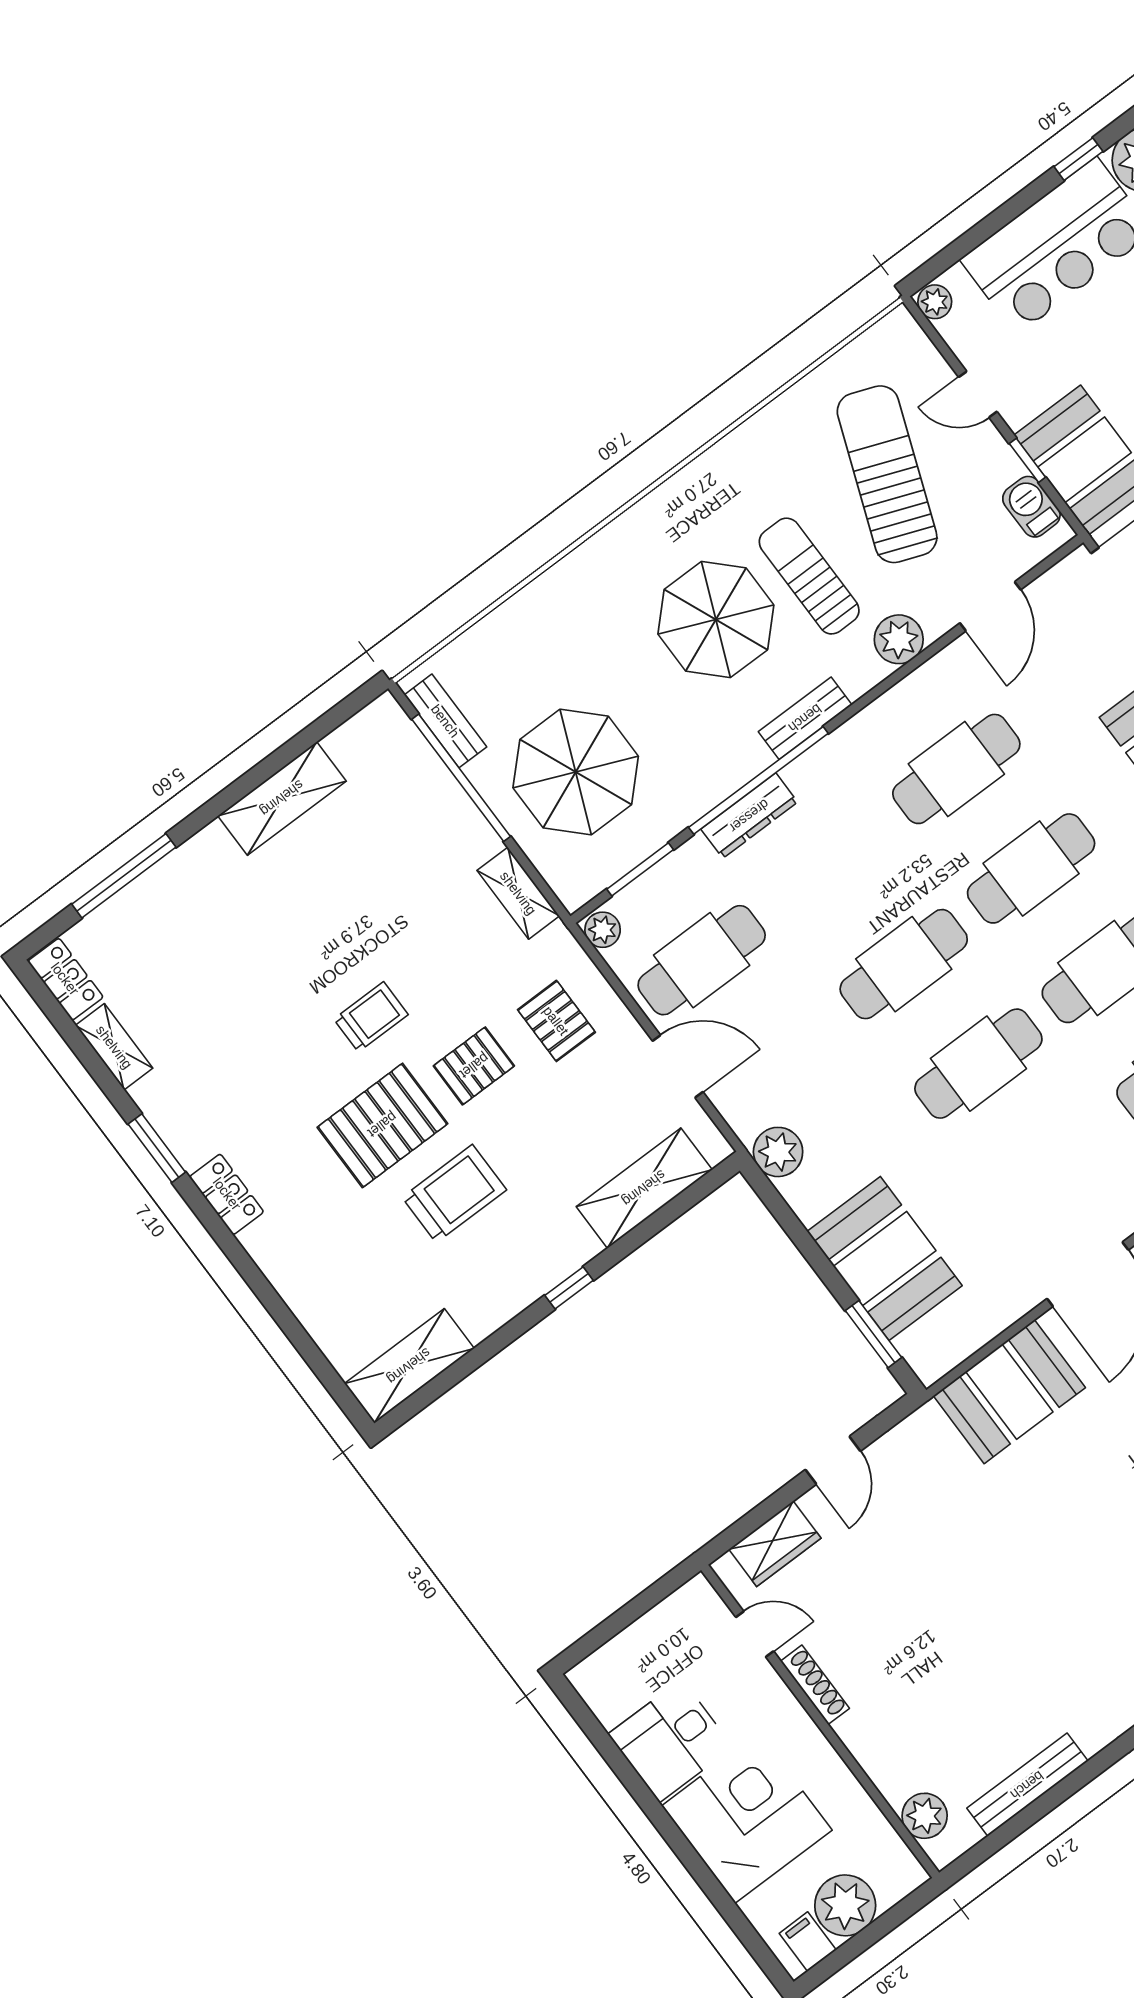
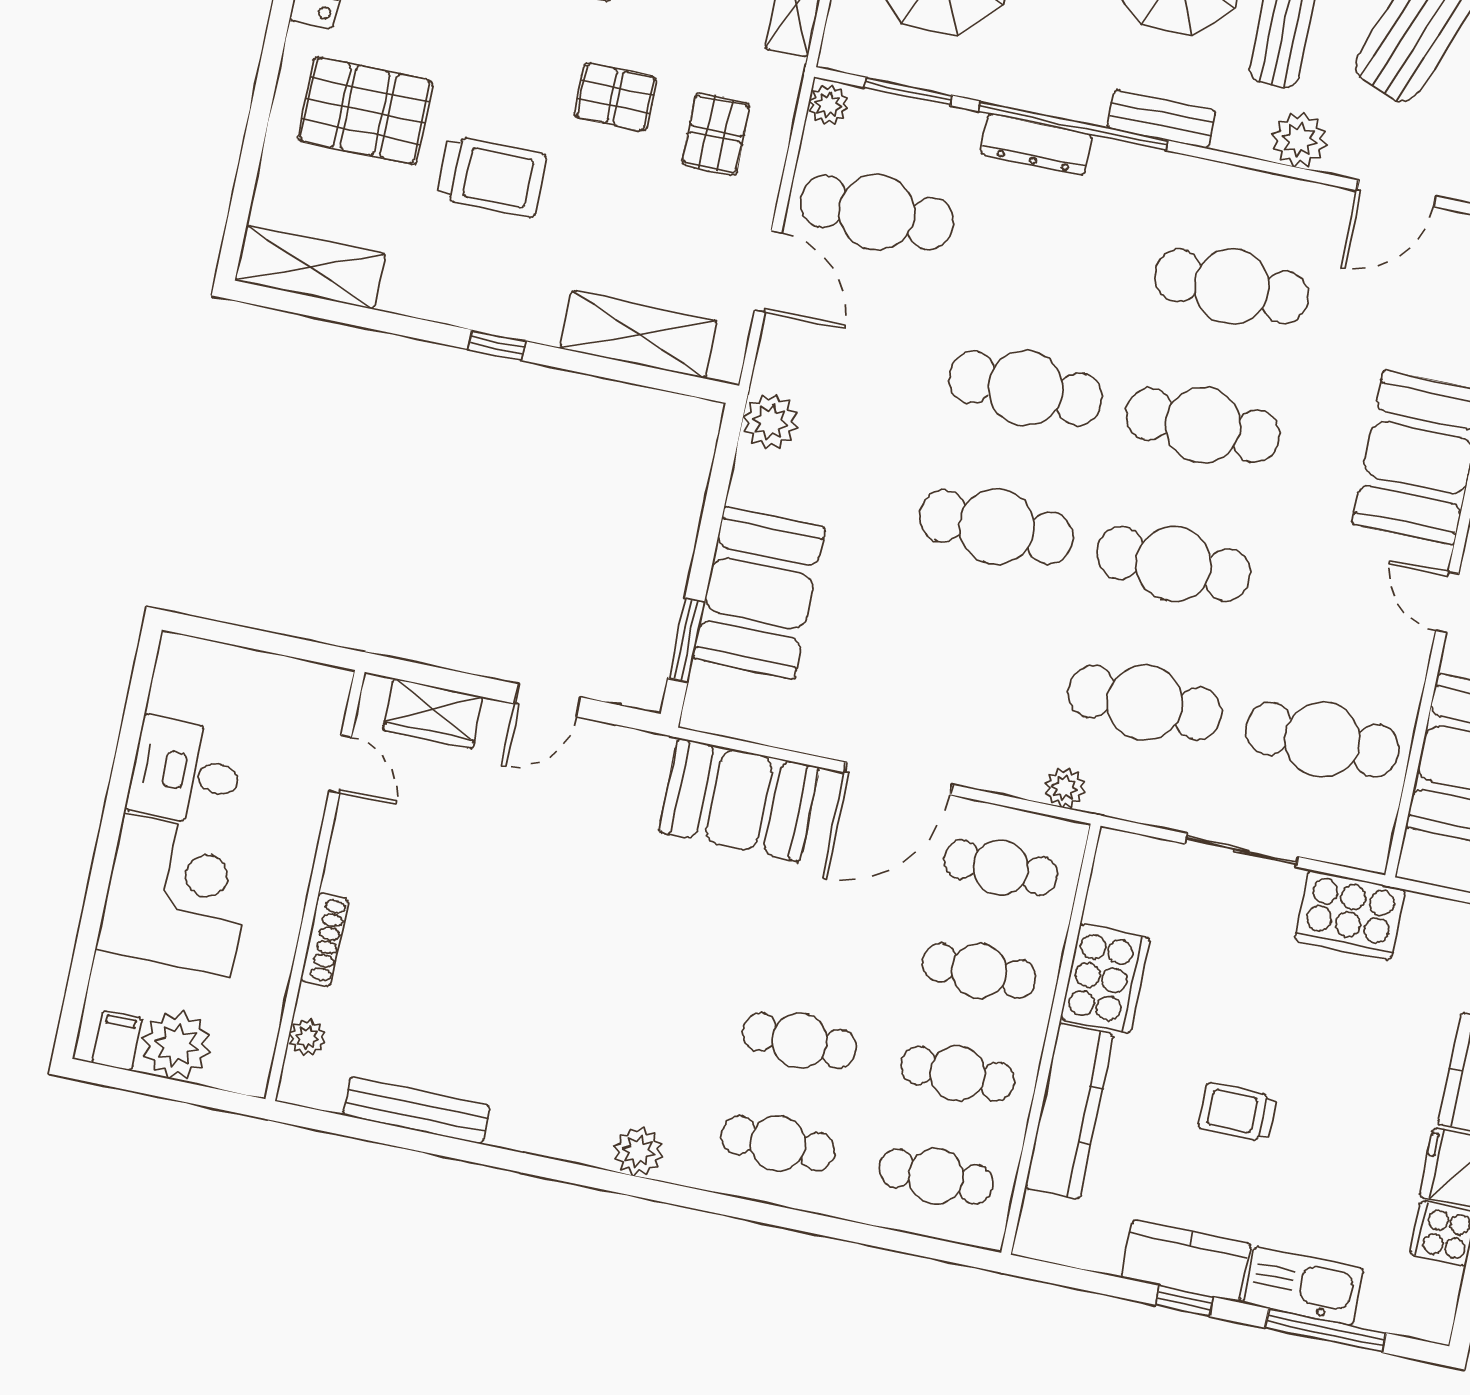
pallet: (382, 1125) -> (365, 111), moved
shoe rack: (815, 1685) -> (324, 940), moved
plant: (925, 1816) -> (307, 1038), width x0.73, depth x0.73

